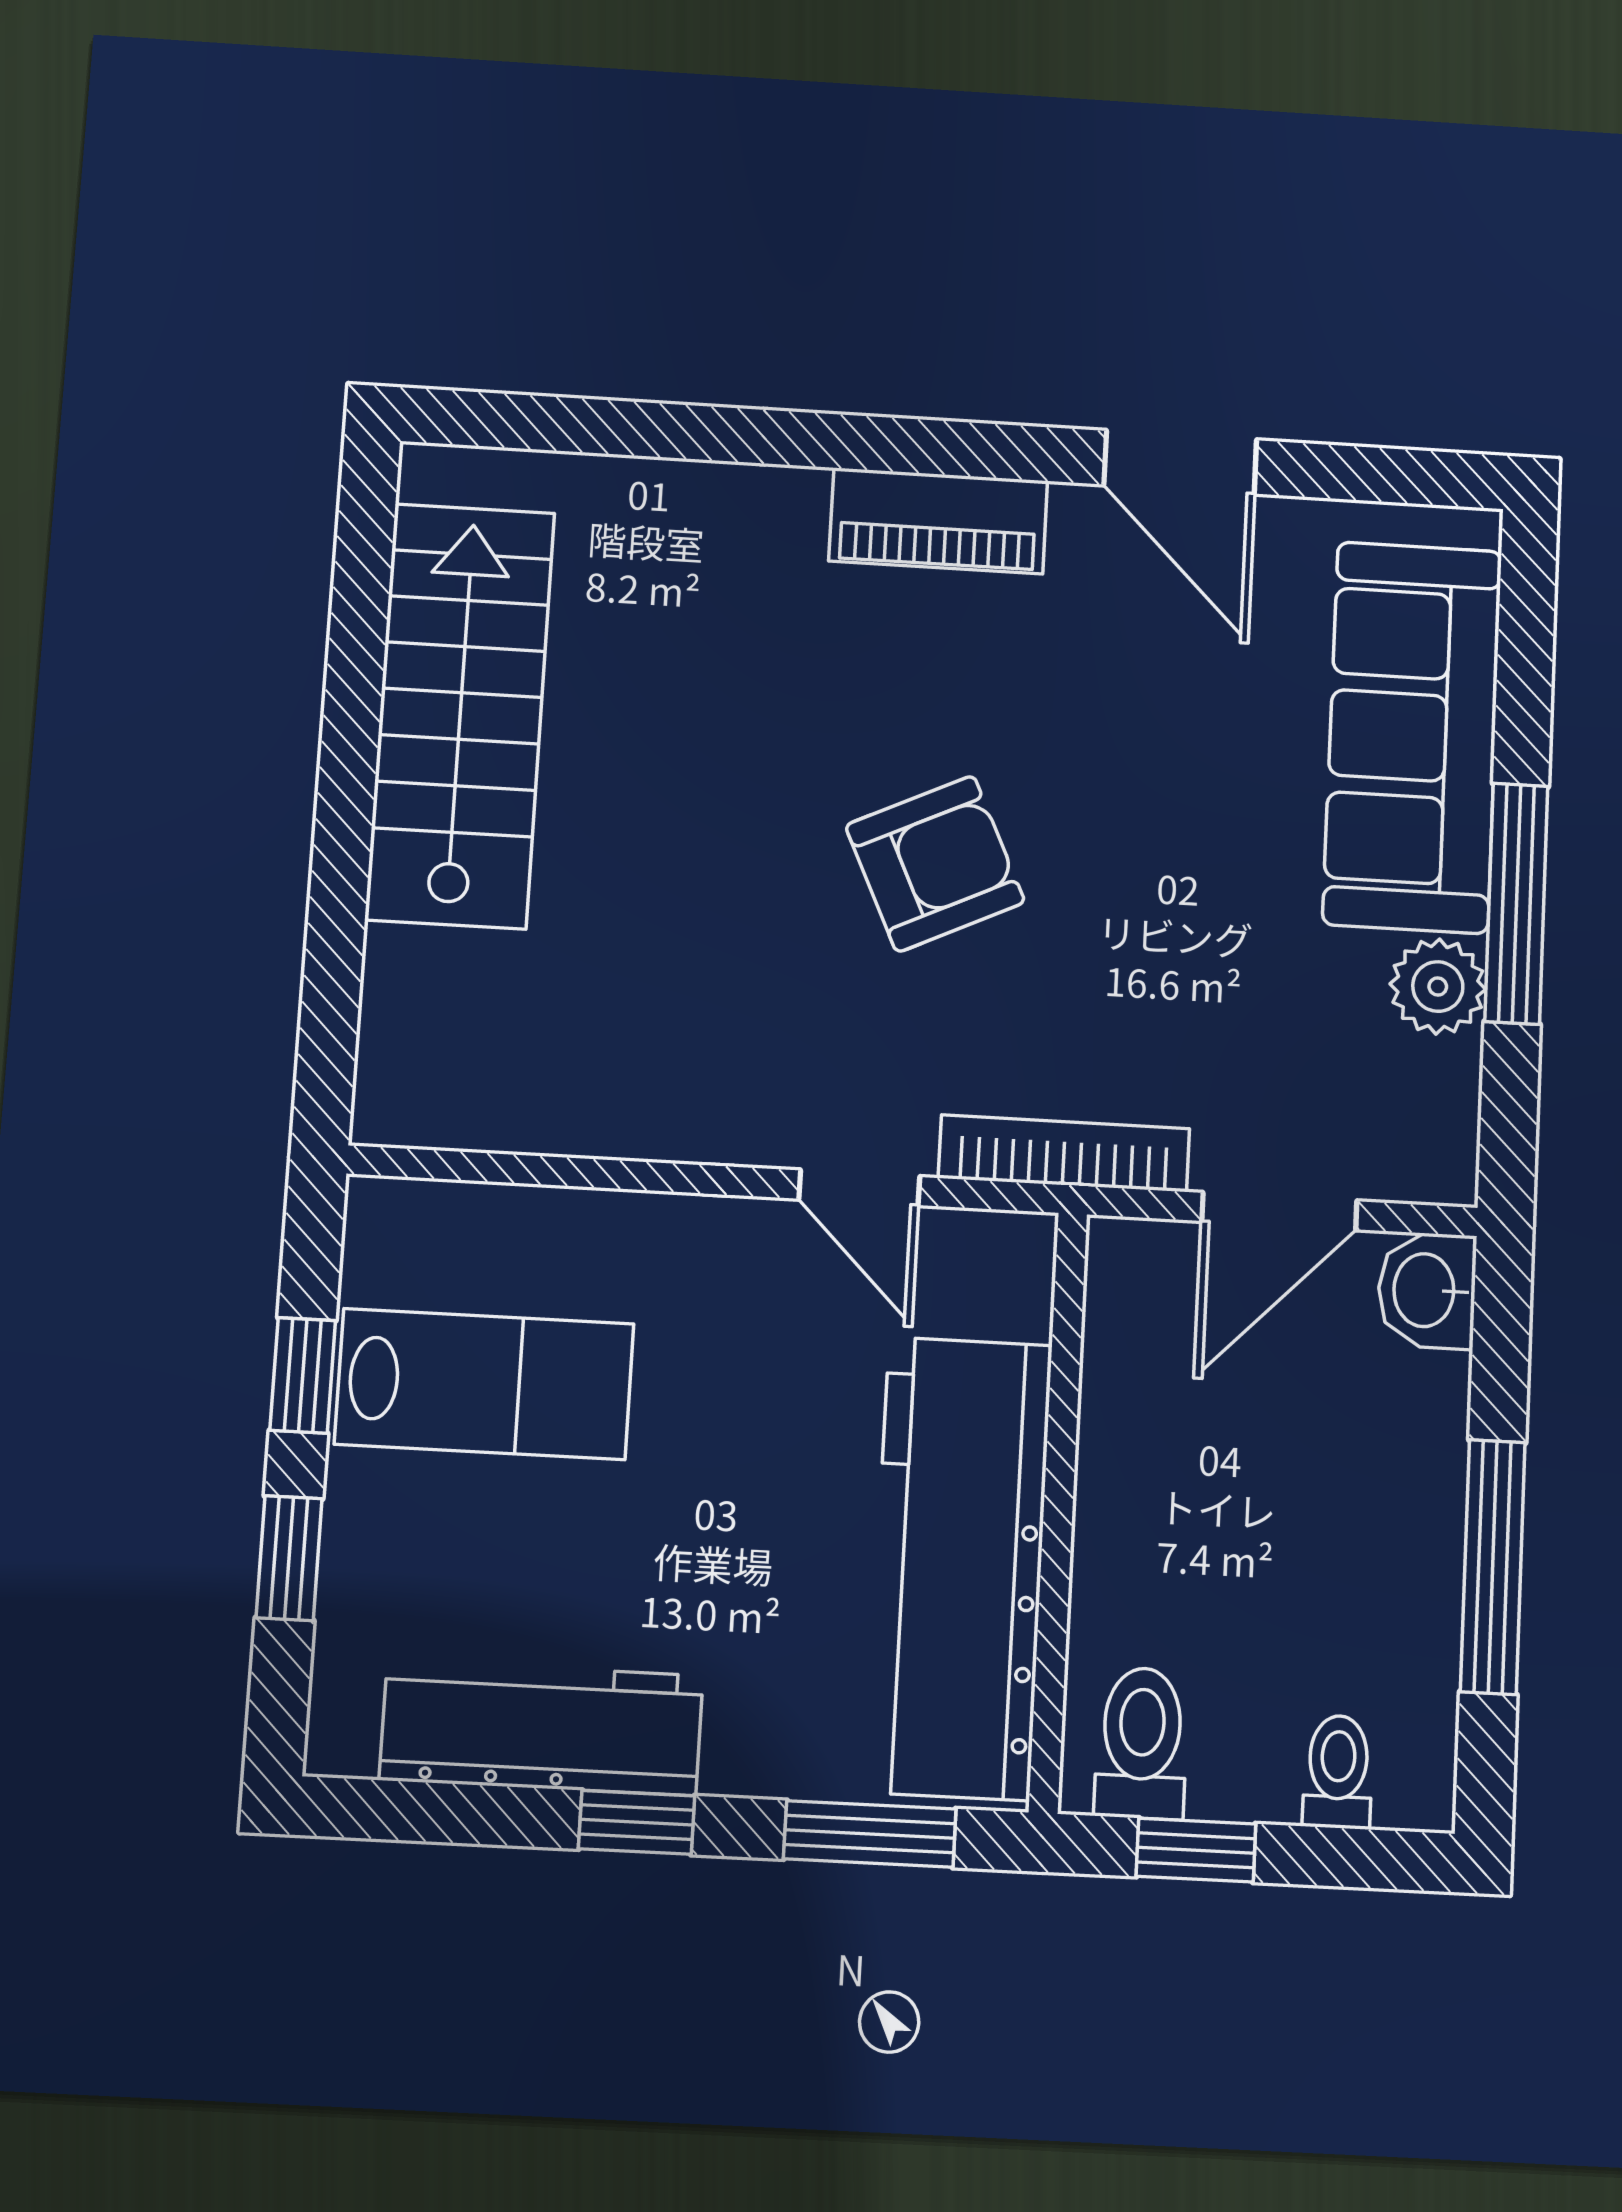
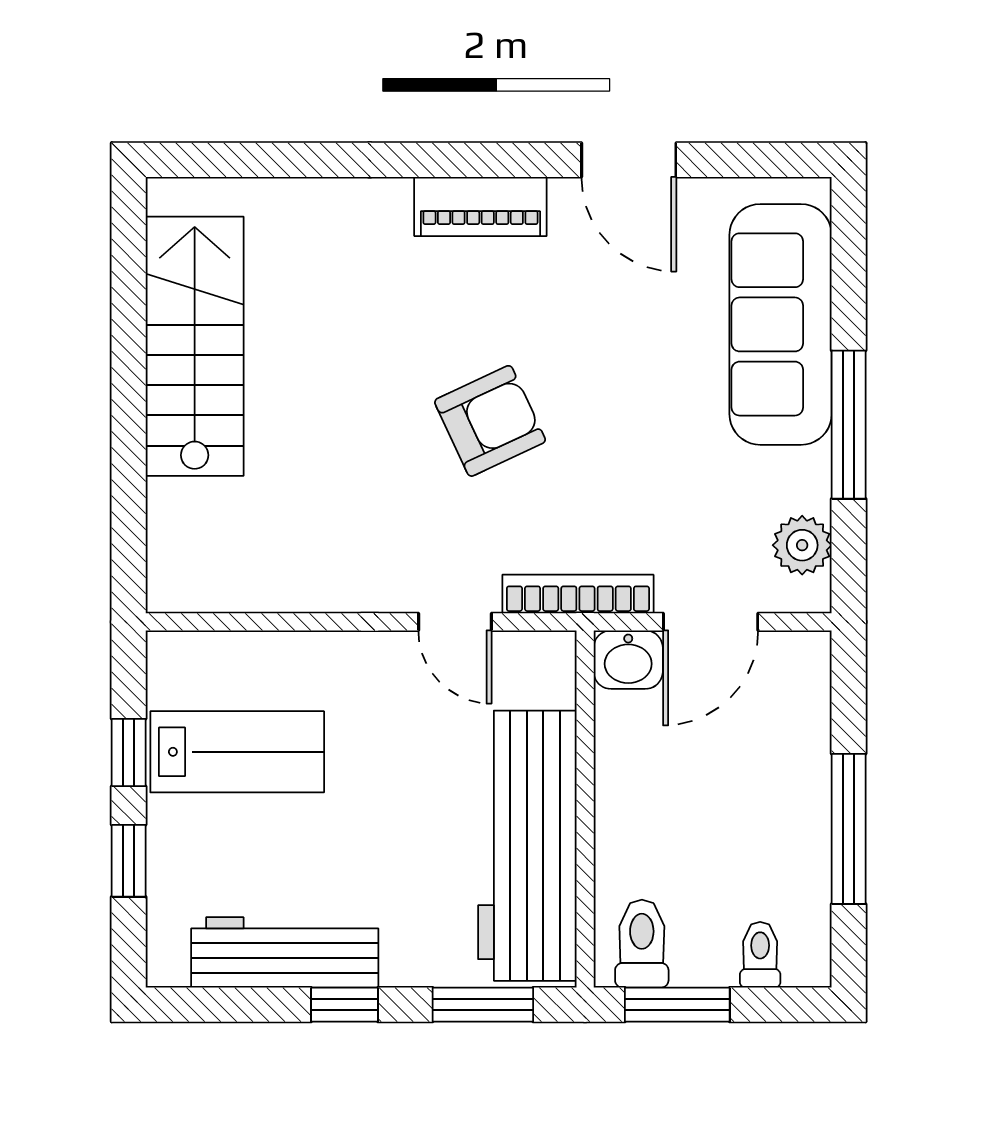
plant: (1438, 987) -> (802, 545), moved
washbasin: (1427, 1290) -> (628, 660), moved, turned -90
window: (1196, 1850) -> (677, 1005), width x1.50

